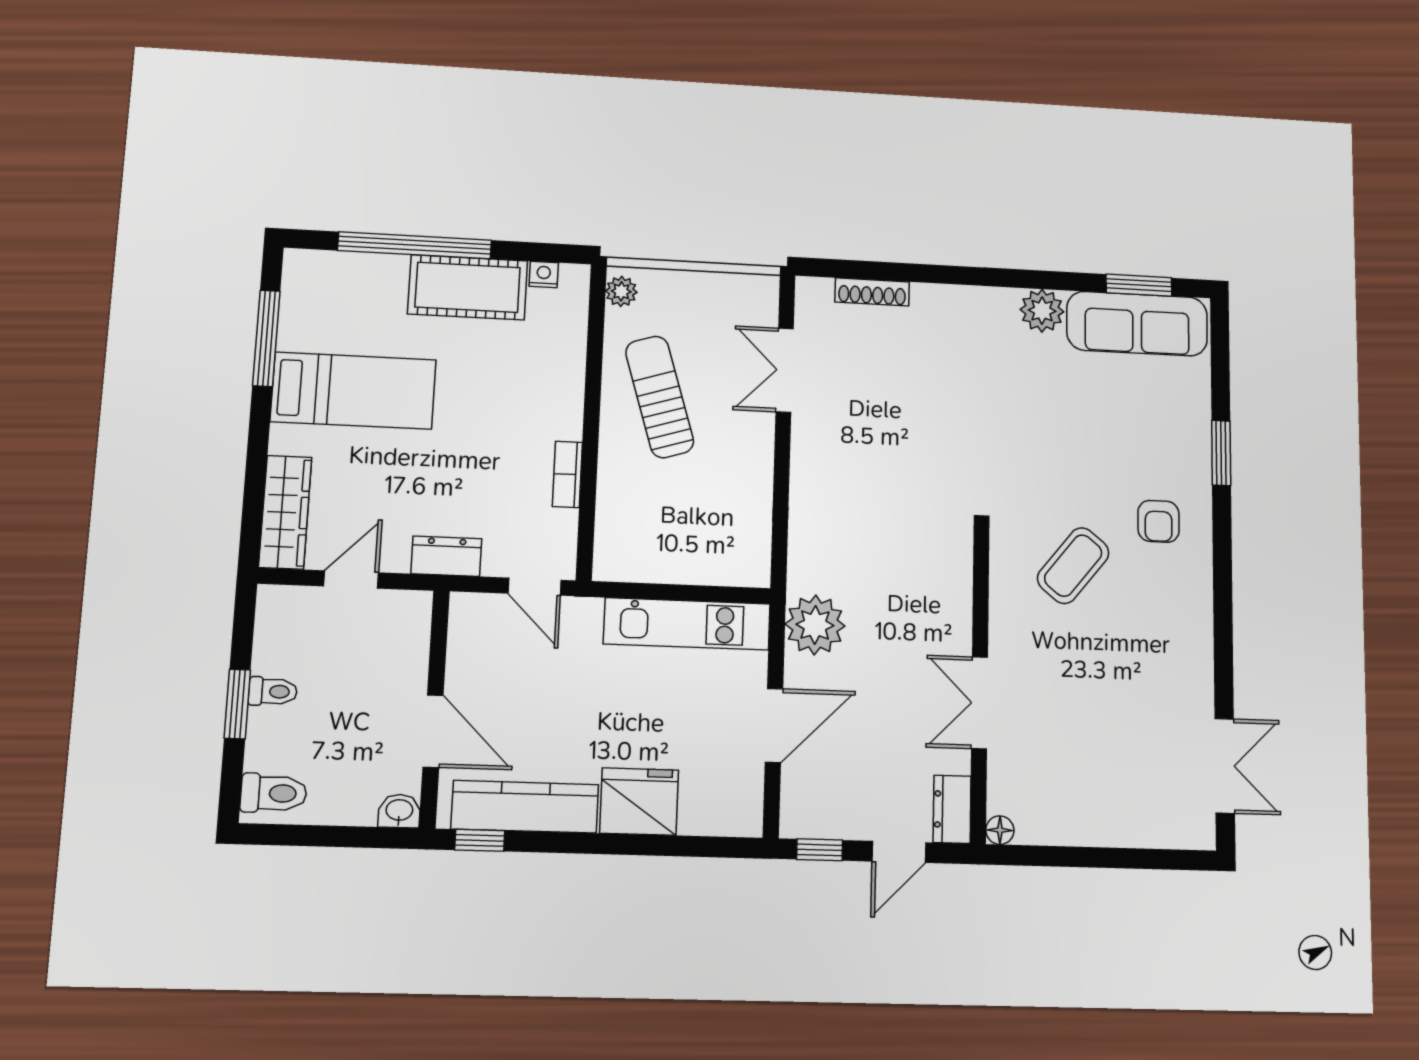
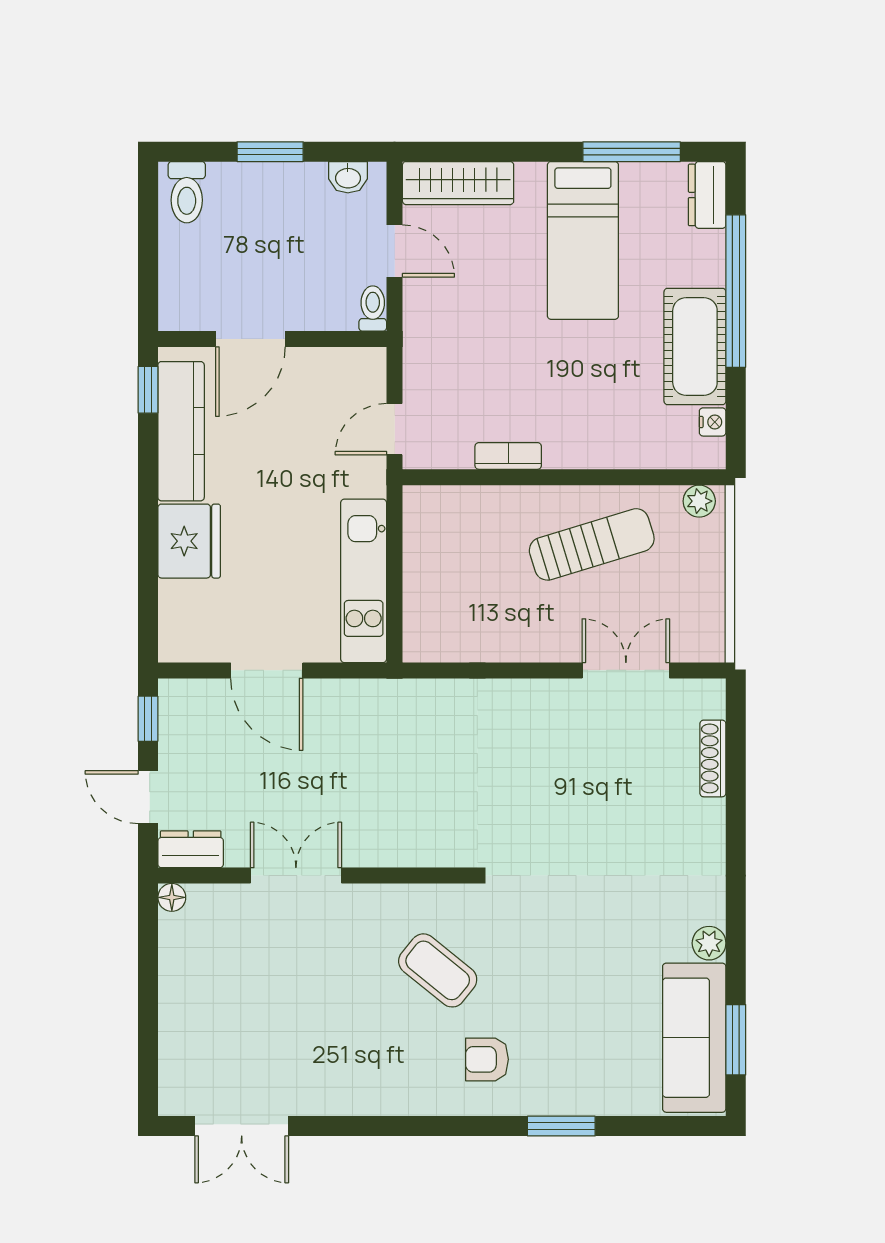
plant: (1042, 311) -> (709, 943), width x0.73, depth x0.73
dresser: (446, 556) -> (707, 195), moved, turned 180
plant: (815, 625) -> (367, 708), removed
toilet: (273, 691) -> (373, 309), moved, turned 180
washbasin: (399, 811) -> (348, 177), moved, turned 90

